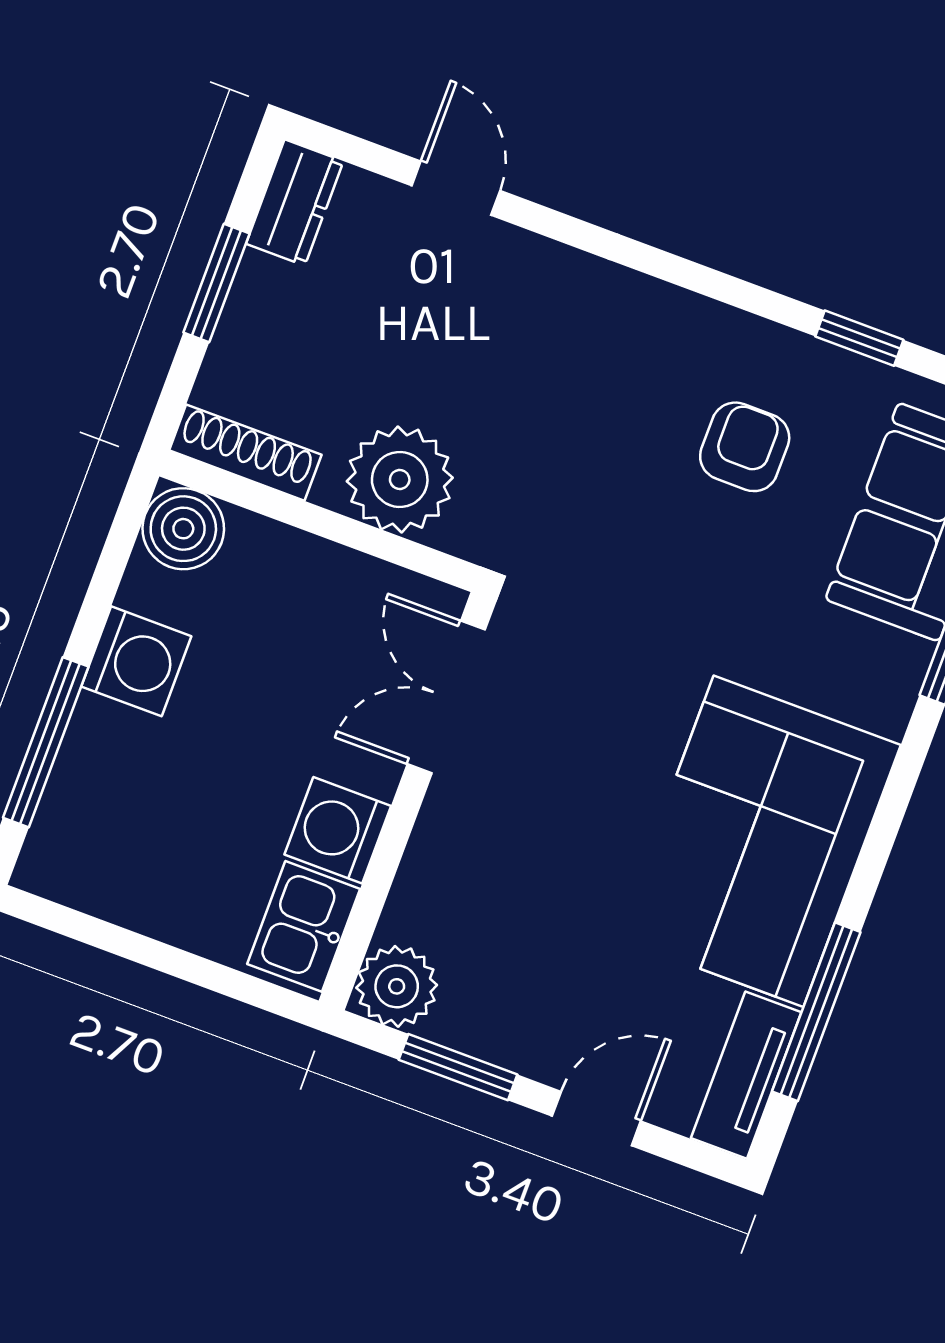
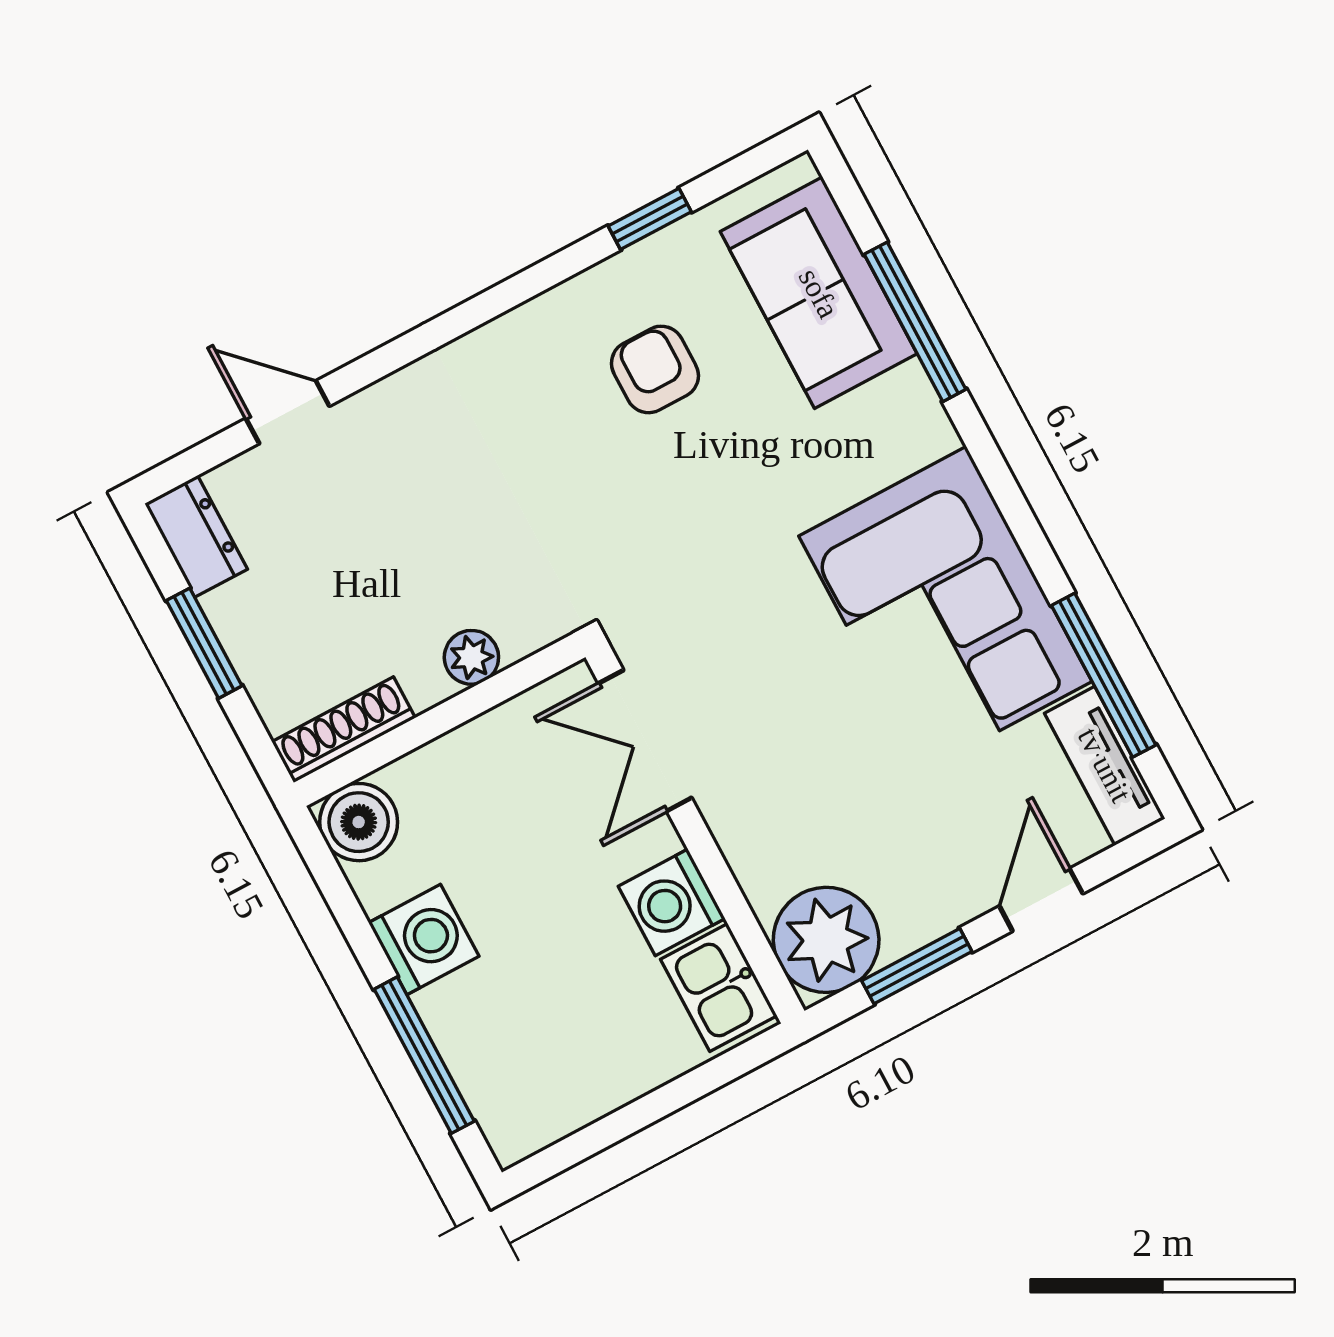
plant: (400, 480) -> (471, 657), width x0.53, depth x0.53
plant: (397, 986) -> (826, 940), width x1.36, depth x1.36

